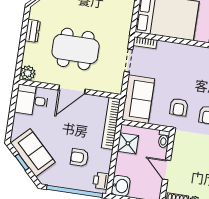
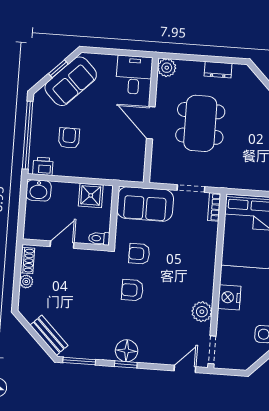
bookcase: (111, 123) -> (113, 173), removed

